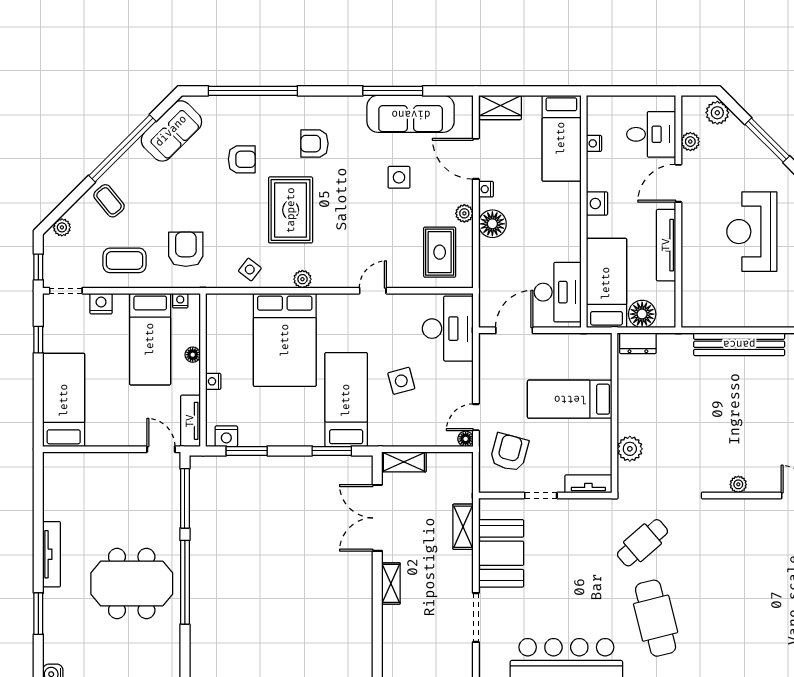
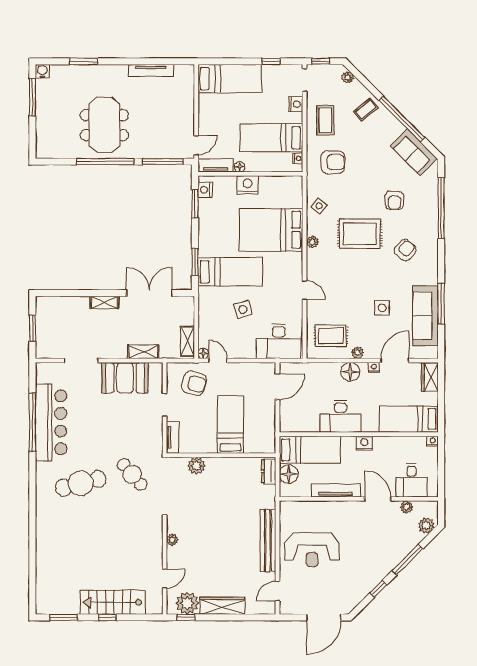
nightstand: (594, 143) -> (433, 441), moved
armchair: (314, 144) -> (405, 250), turned 41
reception desk: (752, 232) -> (312, 550), moved, turned 180
desk: (558, 292) -> (340, 416), moved
door: (514, 330) -> (277, 387), hinge flipped
floor lamp: (193, 355) -> (240, 167), moved
nightstand: (213, 381) -> (247, 185), width x1.89, depth x1.79
shelving: (404, 462) -> (188, 341), moved
tv unit: (52, 554) -> (151, 70), moved

